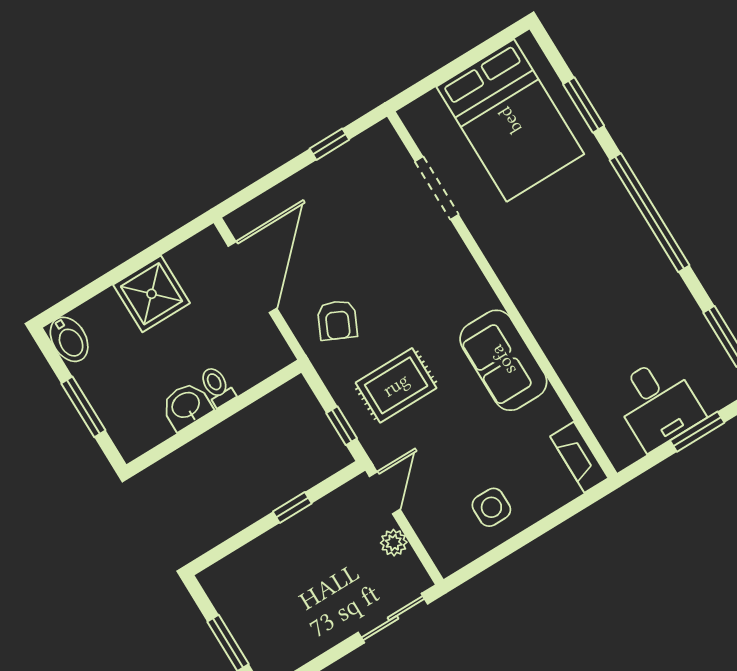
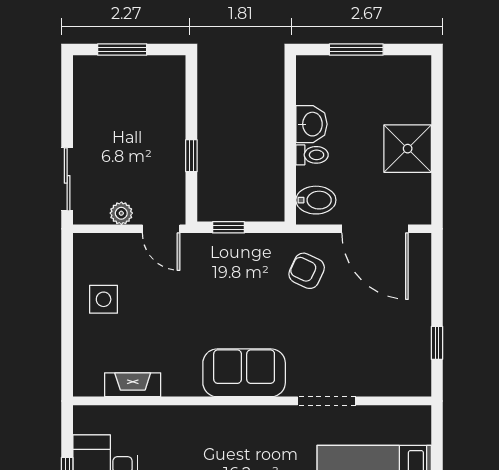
doorway: (437, 188) -> (327, 401), moved
bidet: (69, 339) -> (316, 200), moved, turned 180
sofa: (503, 360) -> (244, 373), moved
rug: (396, 385) -> (234, 284), removed
fireplace: (579, 457) -> (133, 385), moved

